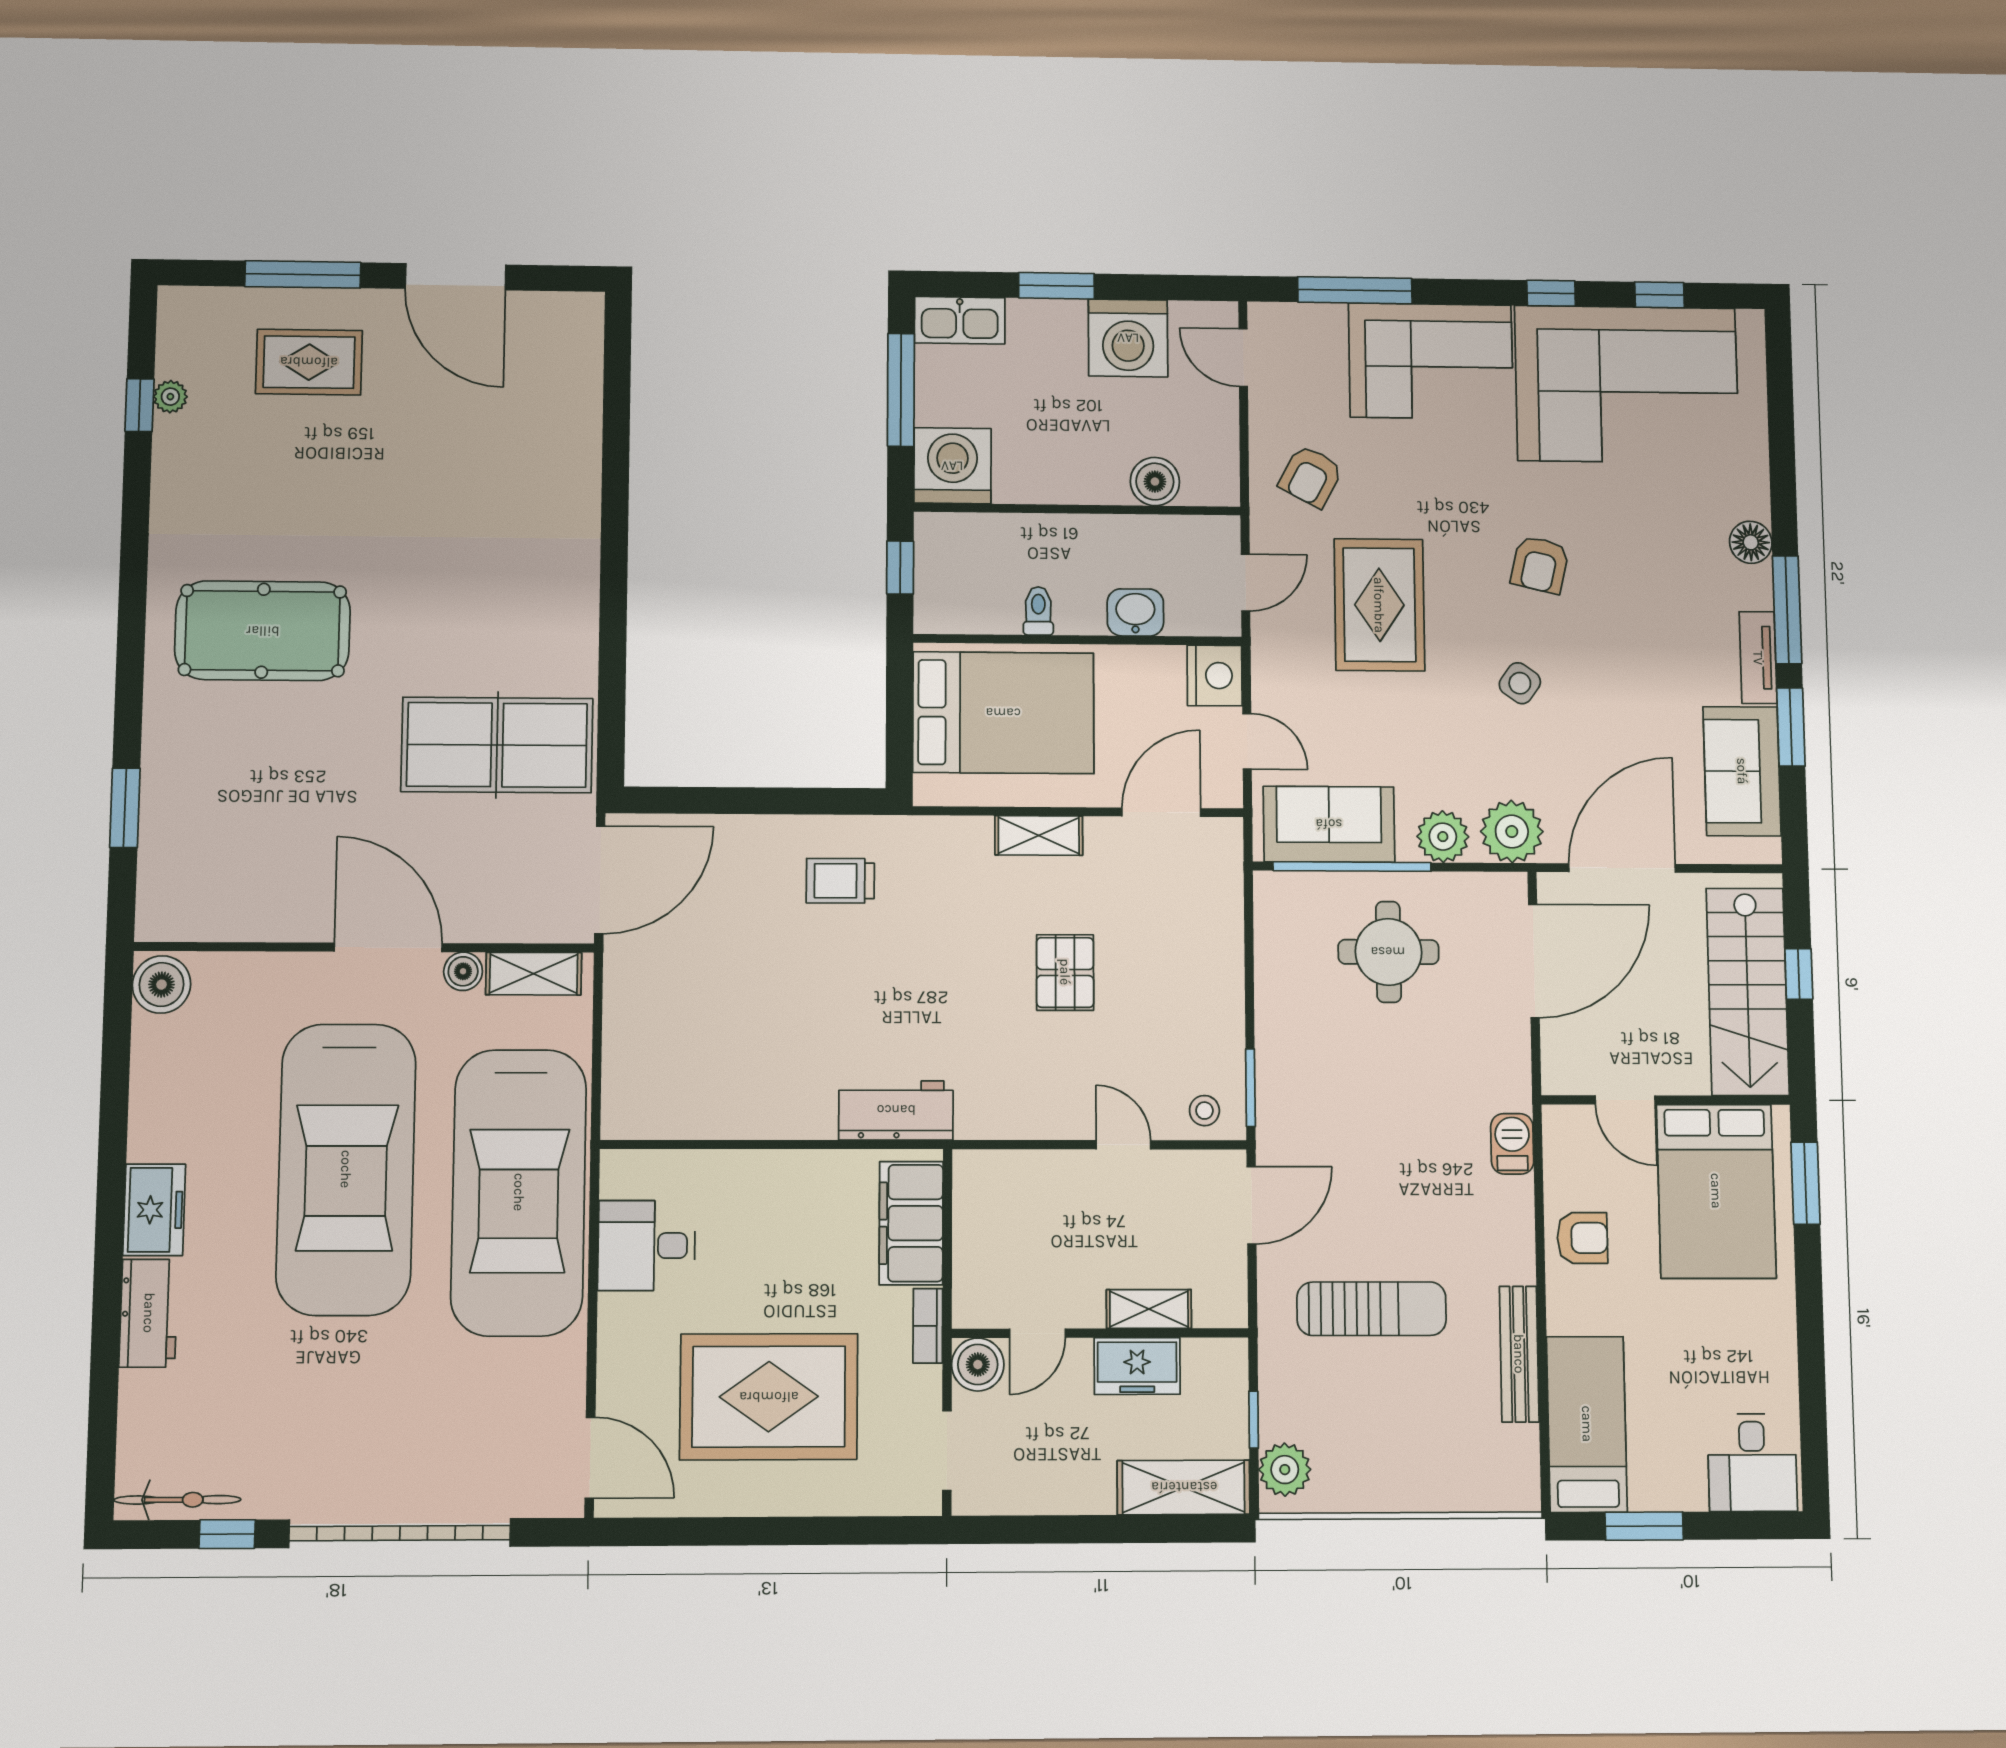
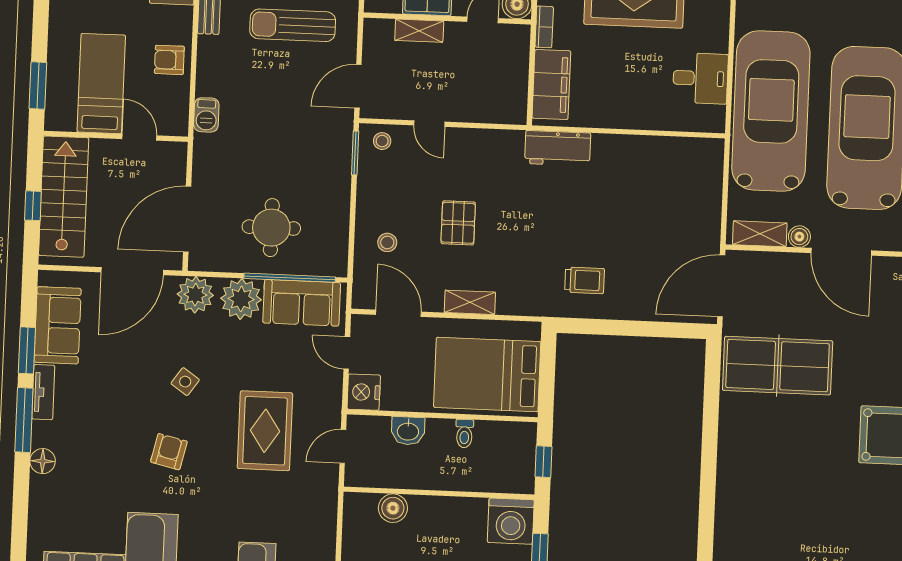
armchair: (1311, 476) -> (301, 509), removed
door: (1161, 812) -> (399, 313), swing flipped
plant: (1443, 837) -> (241, 299), width x1.36, depth x1.36
stool: (1187, 934) -> (387, 242), added
bed: (1716, 1191) -> (101, 84), width x0.67

